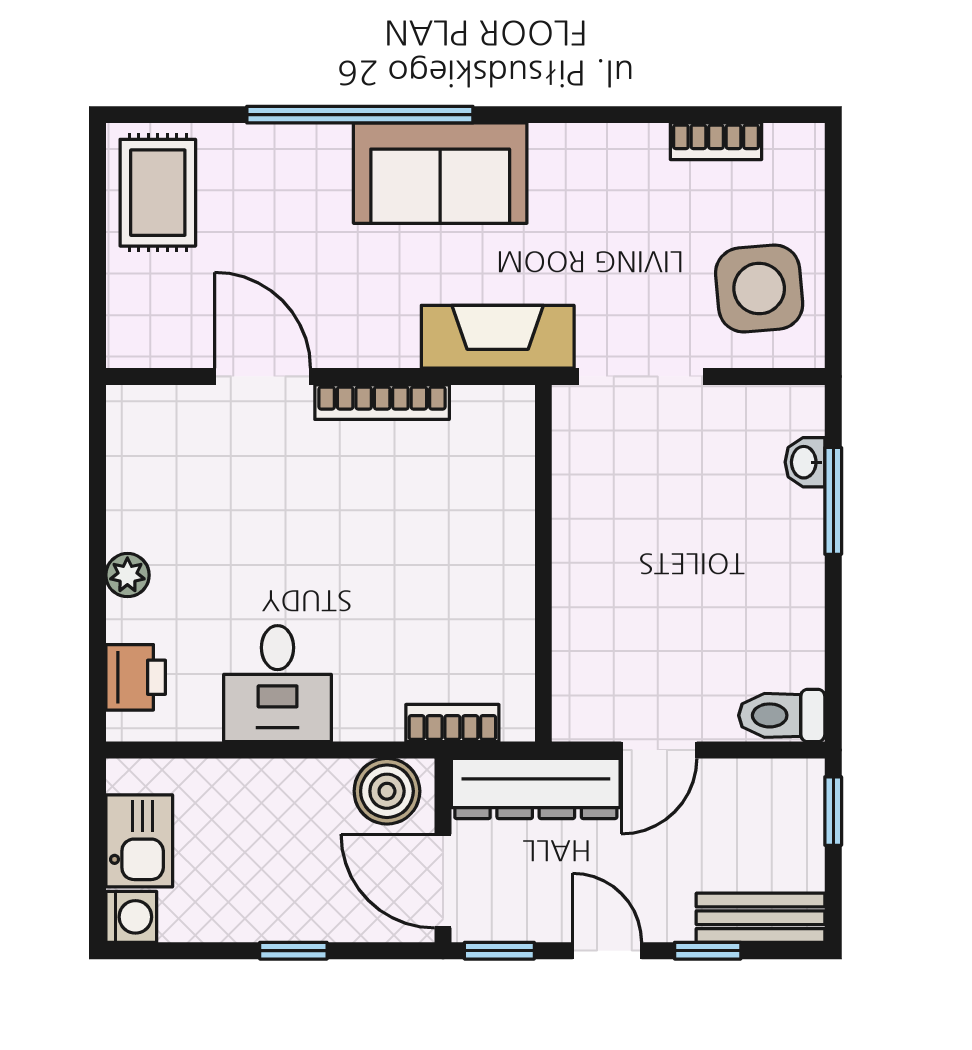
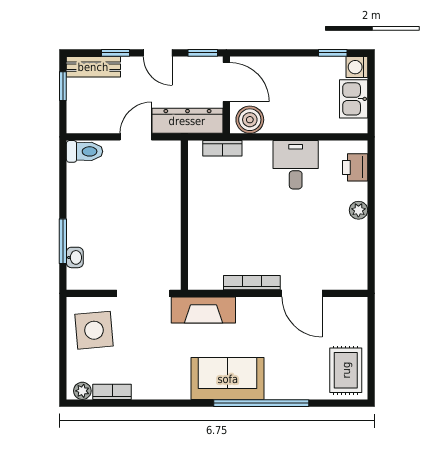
plant: (787, 144) -> (82, 391), added
window: (833, 811) -> (63, 86), moved
window: (293, 951) -> (333, 53), moved

